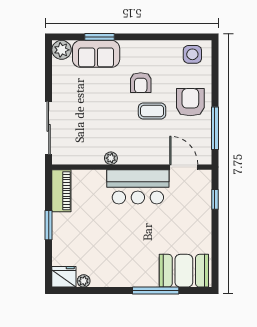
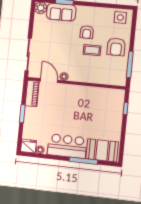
armchair: (190, 102) -> (116, 47), turned 180
door: (184, 167) -> (49, 81), moved
bar counter: (138, 187) -> (67, 146), moved, turned 180

